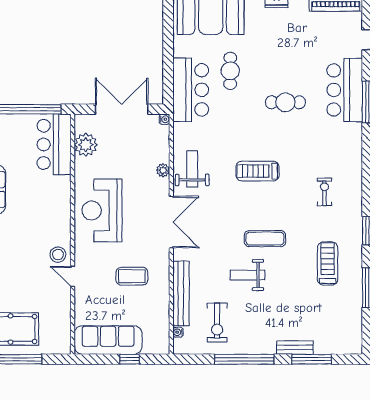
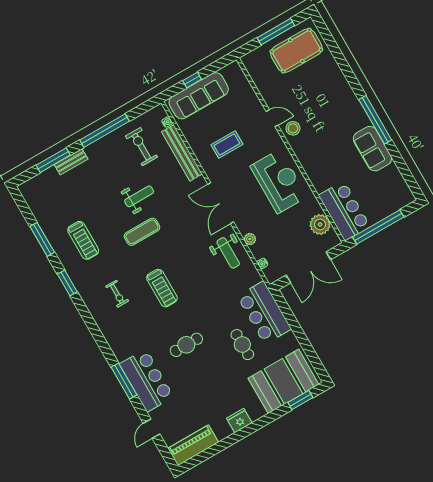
water cooler: (165, 119) -> (262, 263), moved
treadmill: (258, 171) -> (162, 288), moved, turned 90
sofa: (108, 340) -> (199, 96), moved

